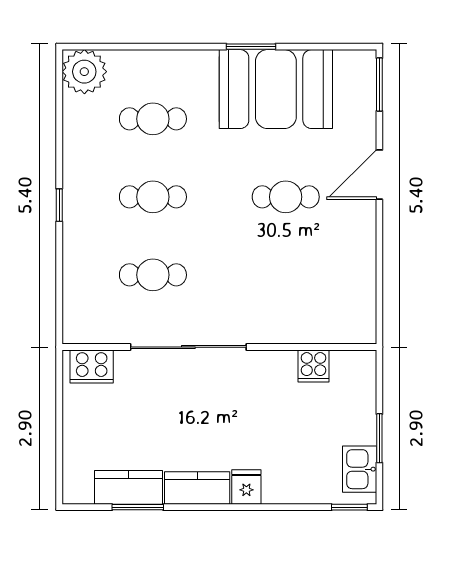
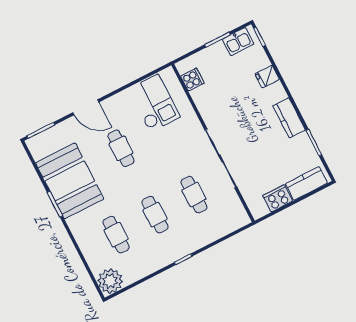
checkout: (330, 286) -> (154, 103), added
cooker: (313, 366) -> (192, 80), moved
cooker: (92, 367) -> (278, 198), moved, turned -90
kitchen counter: (128, 487) -> (306, 183), moved, turned 90
fridge: (246, 487) -> (267, 77), moved

